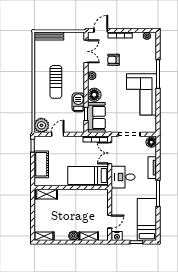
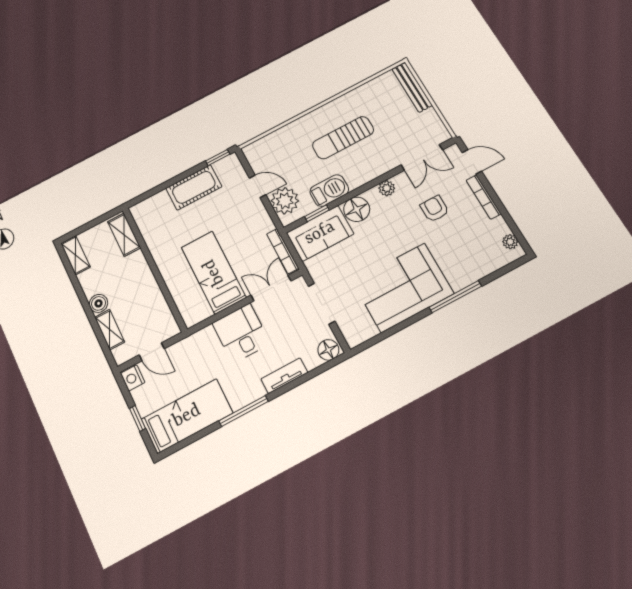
plant: (41, 125) -> (285, 201), moved
wall: (71, 188) -> (154, 269), moved
shelving: (47, 194) -> (124, 235), moved

